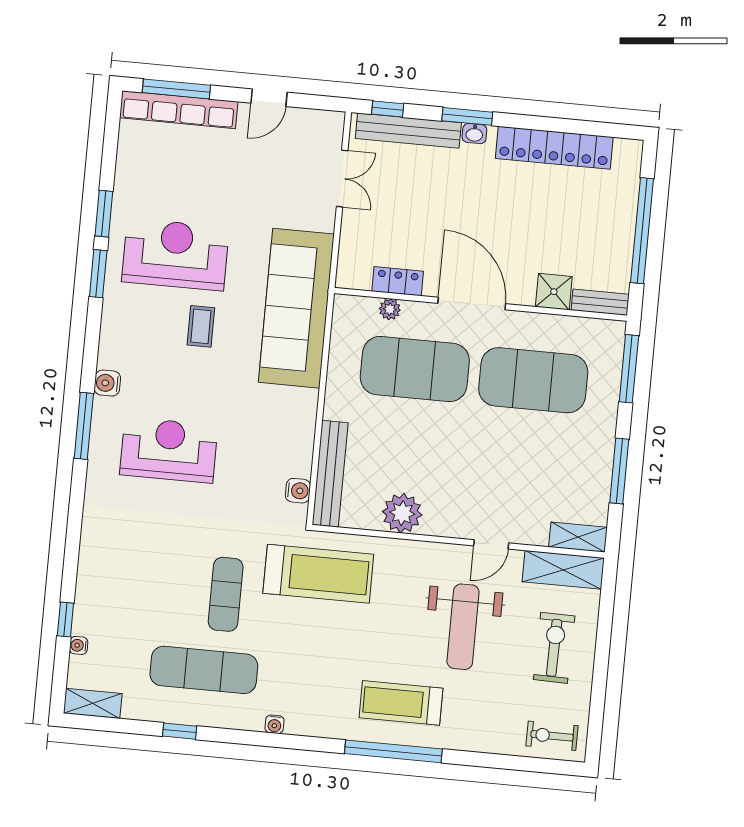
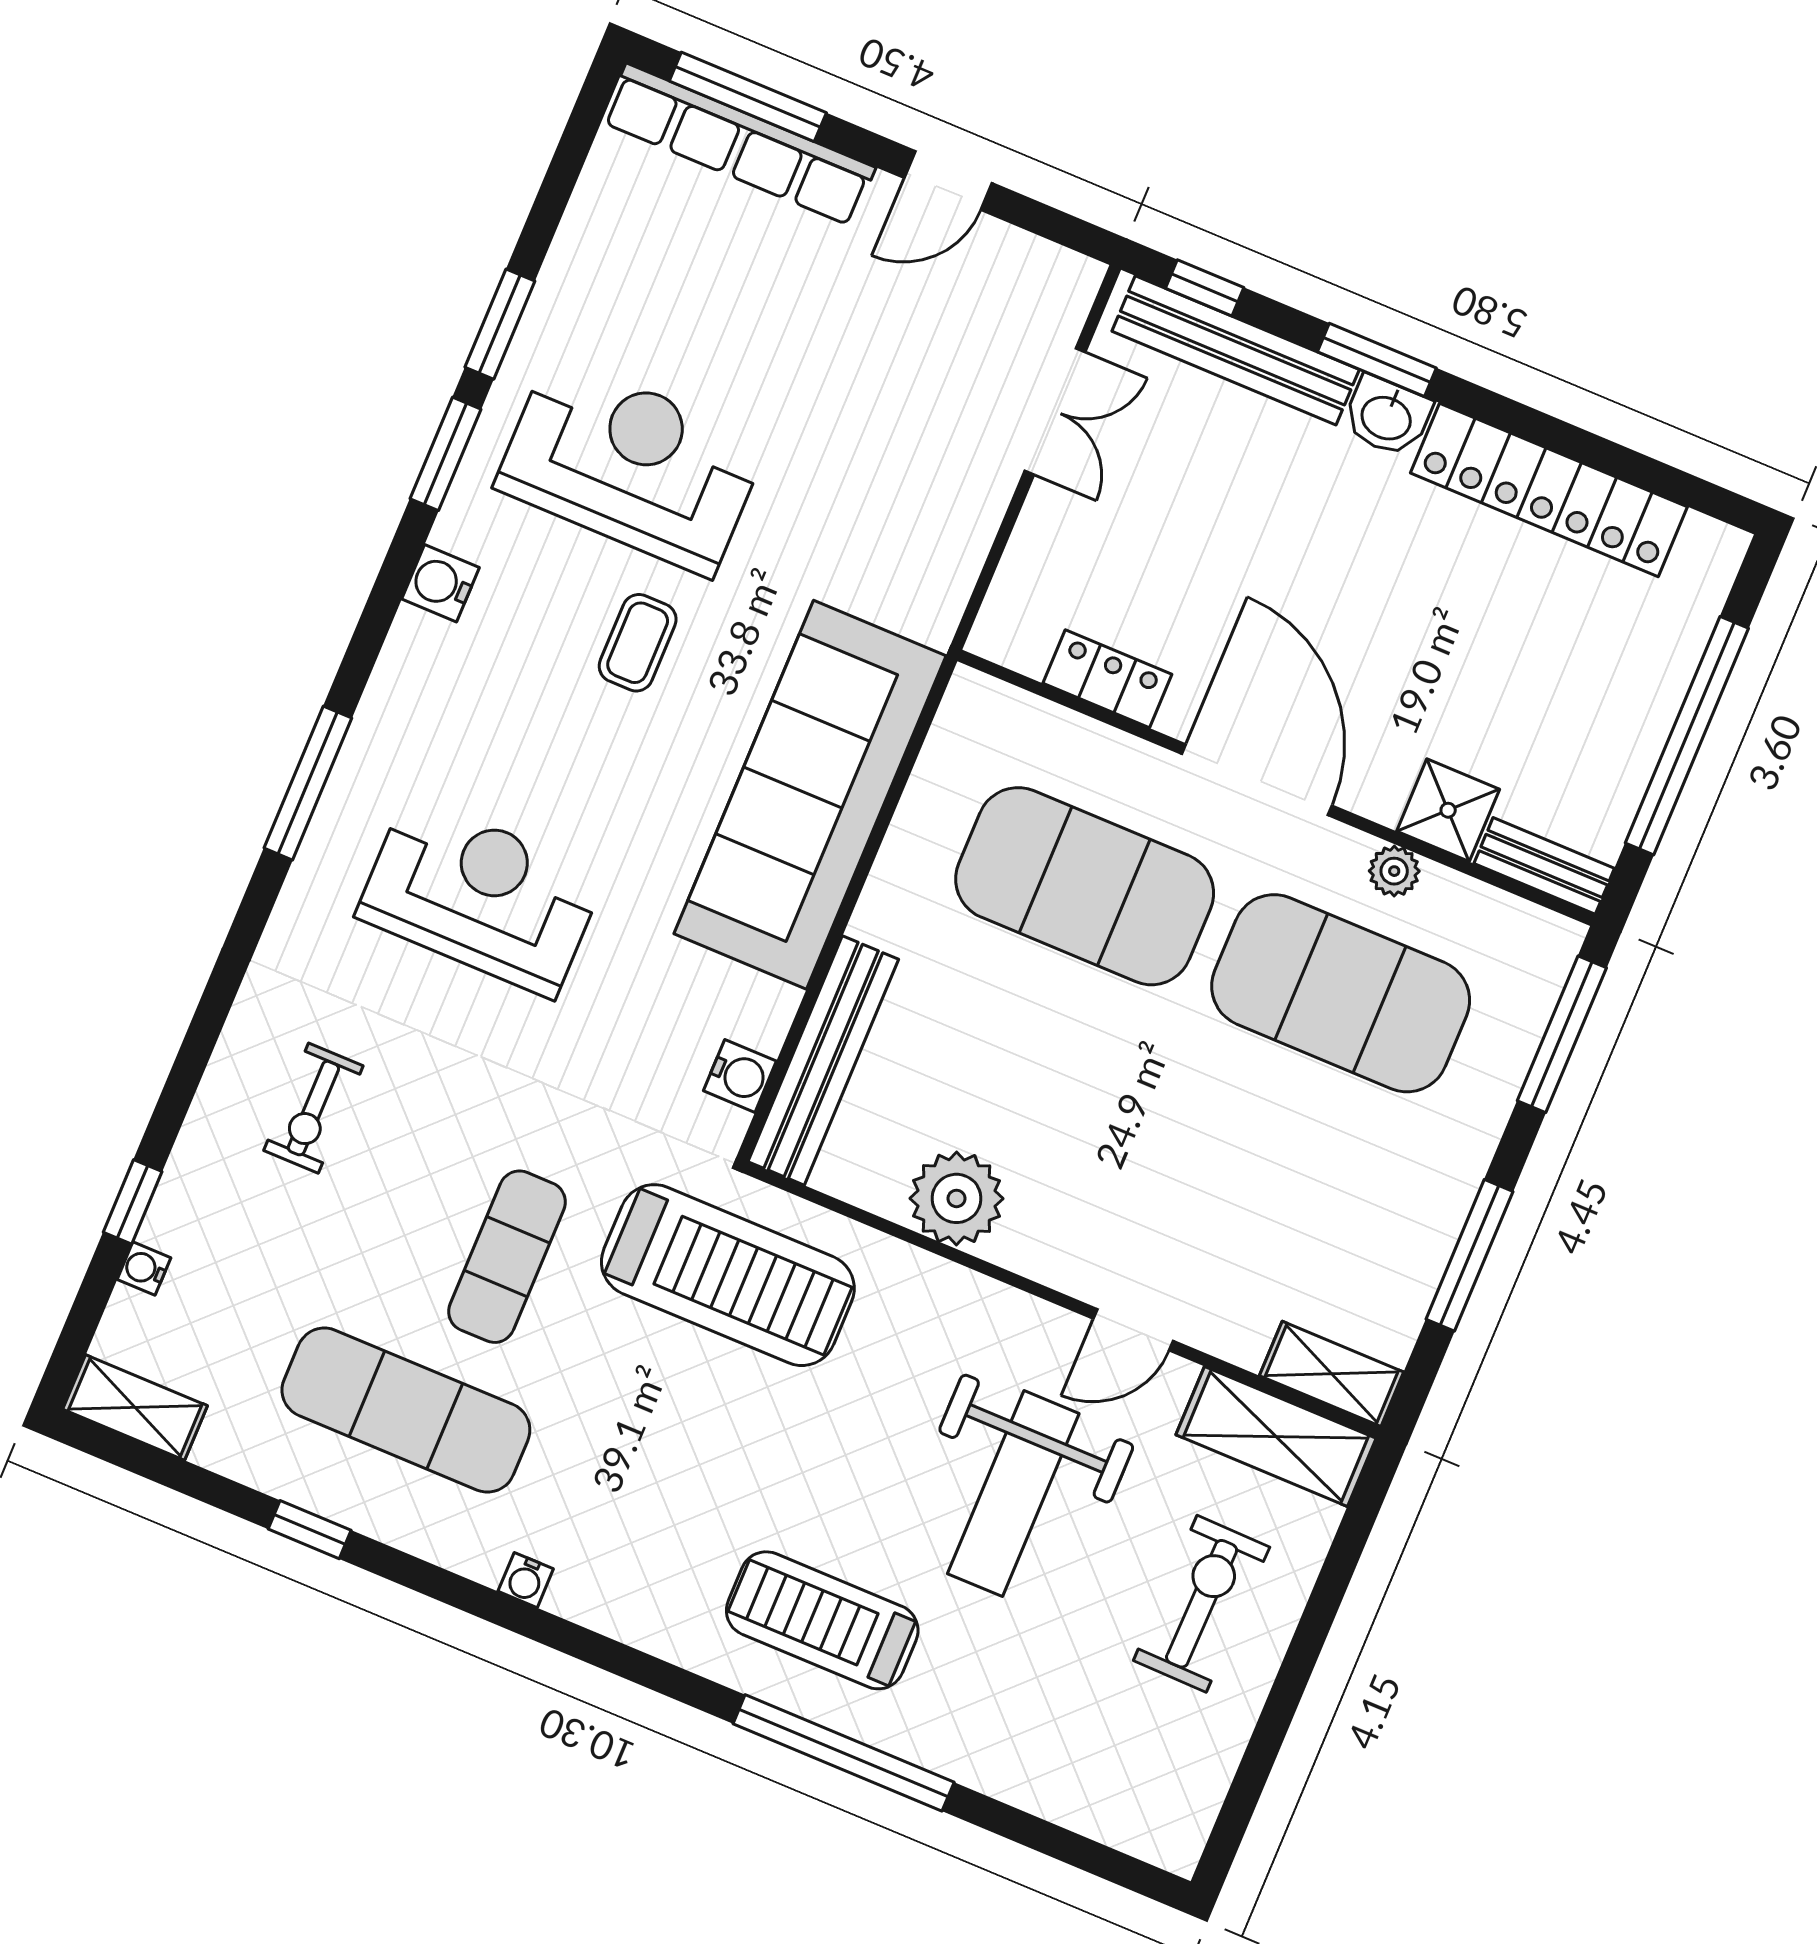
washbasin: (474, 134) -> (1387, 416), width x1.38, depth x1.45
sofa: (296, 308) -> (810, 795), moved
plant: (390, 309) -> (1394, 871), moved
water cooler: (107, 383) -> (440, 583), moved
exercise bike: (552, 736) -> (313, 1108), moved, turned -90
window: (393, 751) -> (844, 1753), moved

